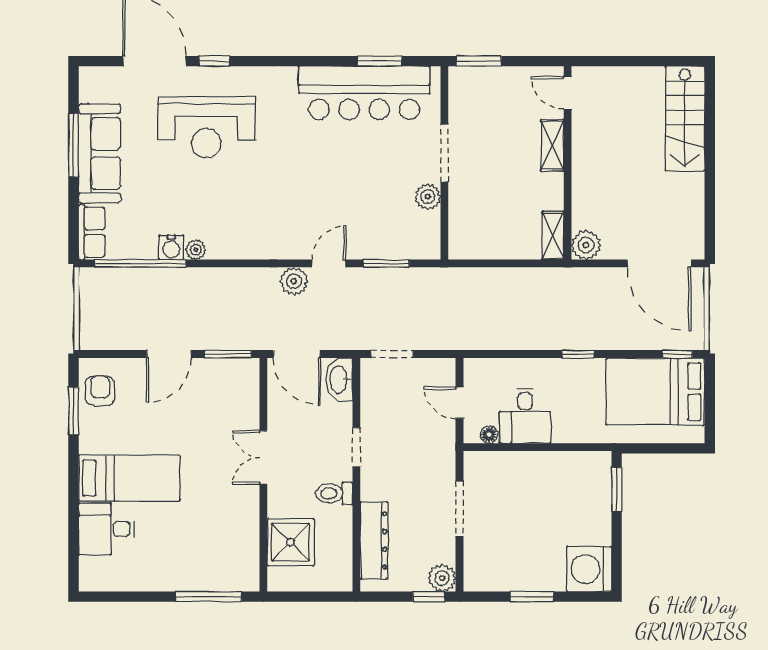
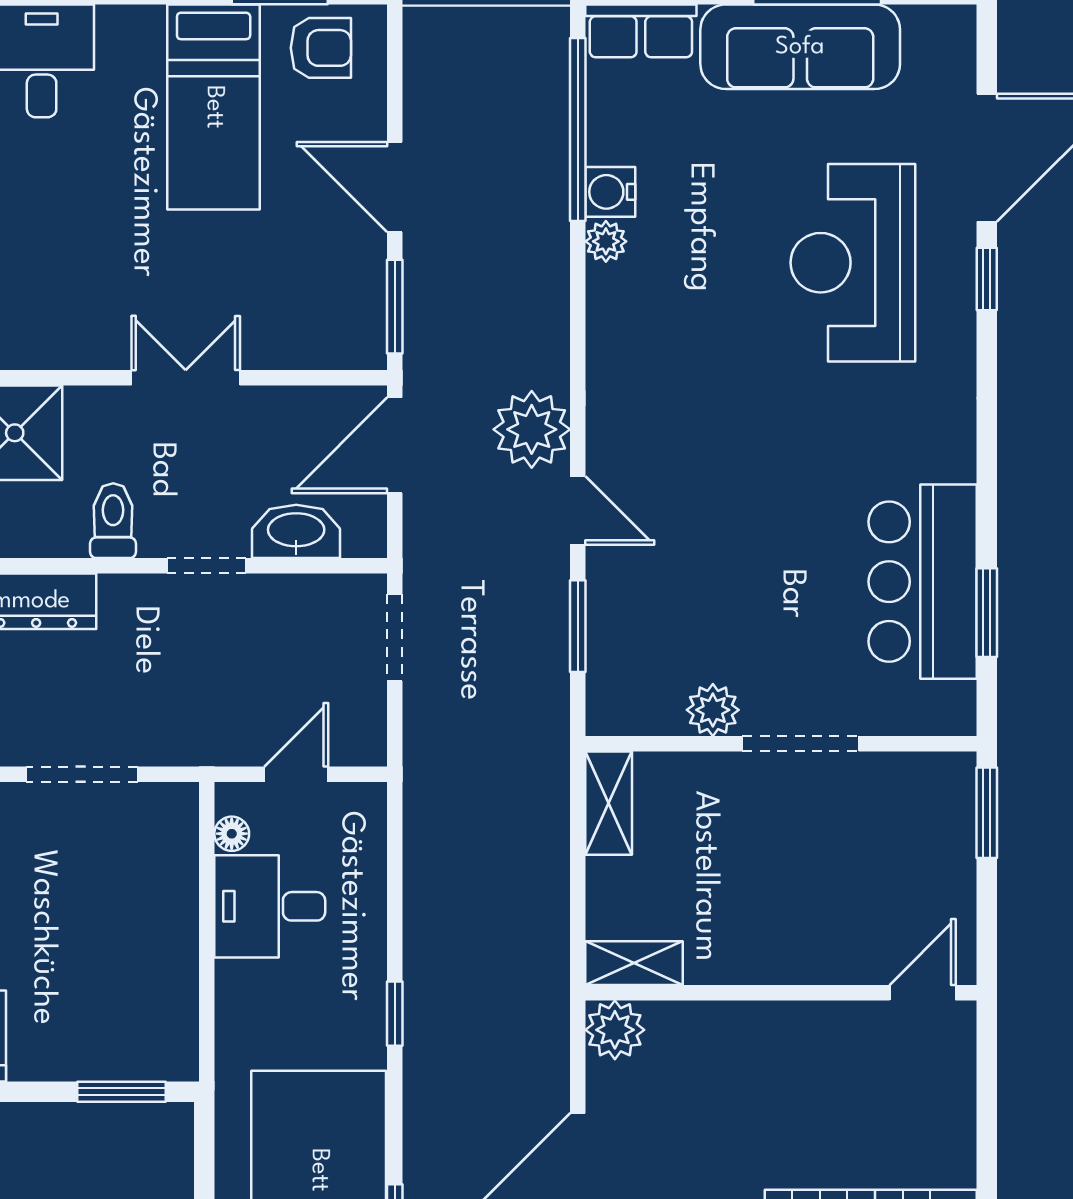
bar counter: (364, 93) -> (923, 582), width x0.73
shelving: (552, 145) -> (609, 803), moved, turned 90
plant: (294, 281) -> (532, 429), width x1.36, depth x1.36
washbasin: (339, 379) -> (296, 531), moved
bed: (129, 478) -> (214, 107), moved

